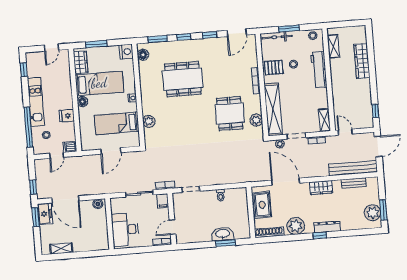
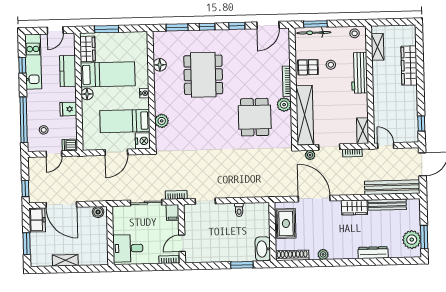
window: (289, 29) -> (315, 24), moved
nightstand: (126, 52) -> (143, 141), moved
floor lamp: (143, 55) -> (160, 65), moved
window: (24, 70) -> (22, 65), moved
dining table: (183, 79) -> (203, 75), turned 90
kitchen counter: (64, 83) -> (68, 71), added
kitchen unit: (36, 102) -> (33, 62), moved
plant: (256, 120) -> (284, 105), moved
bench: (354, 183) -> (387, 205), width x1.36
window: (36, 217) -> (27, 244), moved
plant: (296, 226) -> (323, 254), width x0.53, depth x0.53
dresser: (327, 227) -> (373, 253), moved
desk: (125, 230) -> (128, 248), width x0.73
washbasin: (223, 234) -> (263, 249), moved, turned -90
window: (320, 235) -> (350, 262), removed
shelving: (61, 248) -> (65, 260), moved

